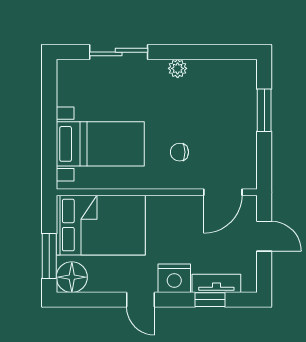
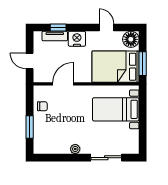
chair: (179, 152) -> (42, 106), moved
door: (223, 192) -> (63, 84), moved
window: (49, 256) -> (143, 64), moved
door: (141, 300) -> (106, 27), moved

